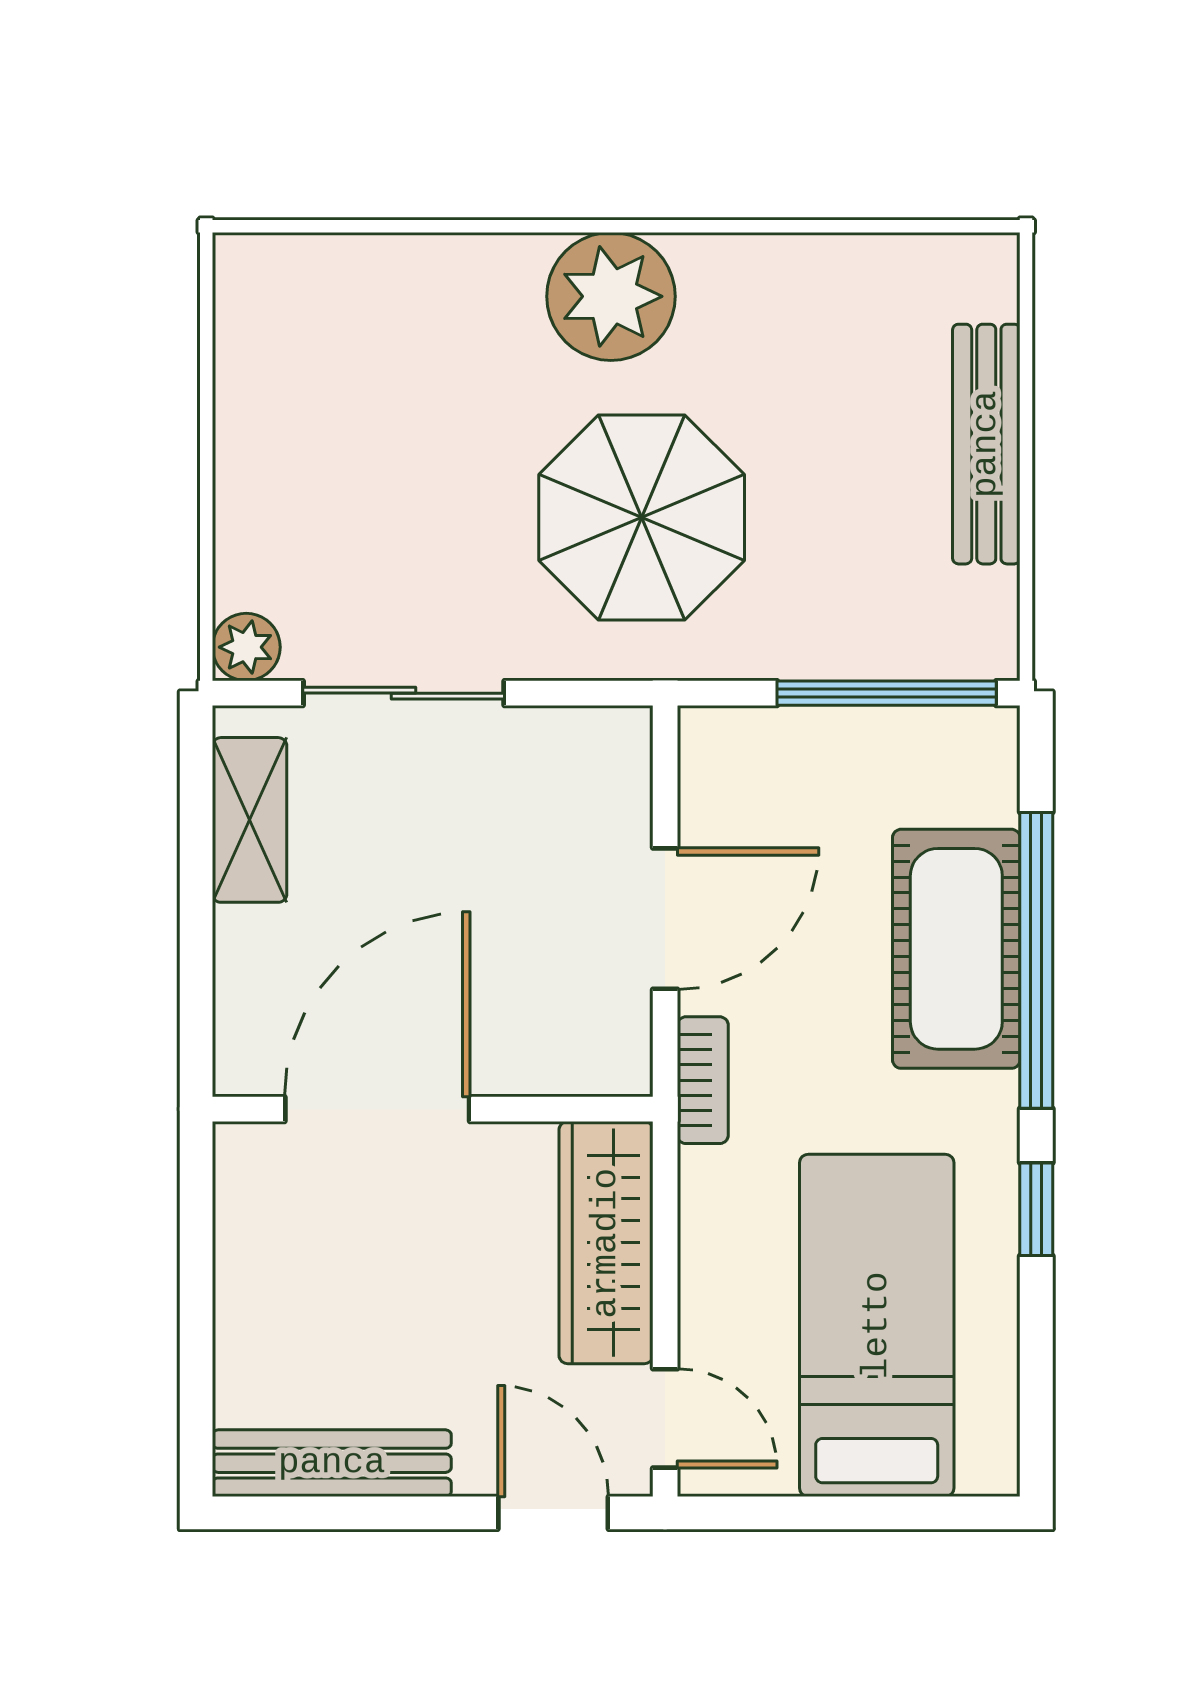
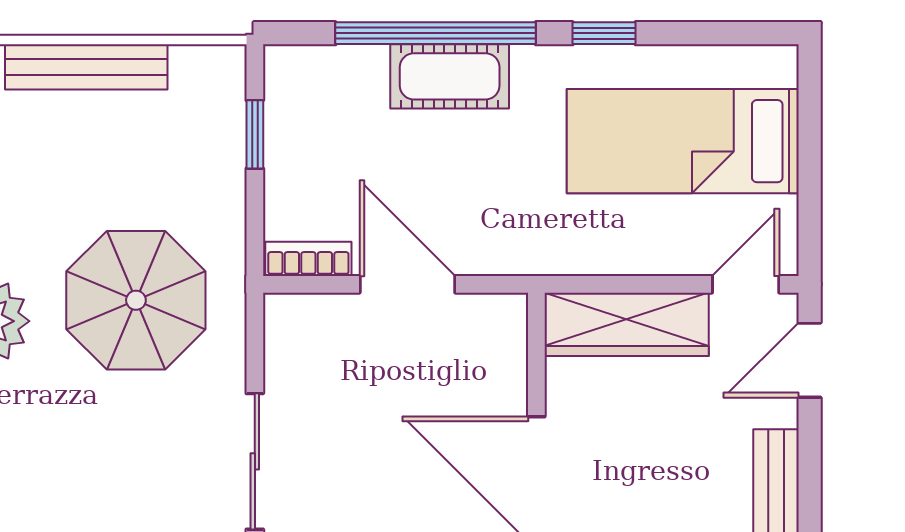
window: (887, 693) -> (255, 134), width x0.46
cot: (956, 949) -> (450, 76), width x0.73, depth x0.75
bookcase: (703, 1080) -> (308, 259), moved

